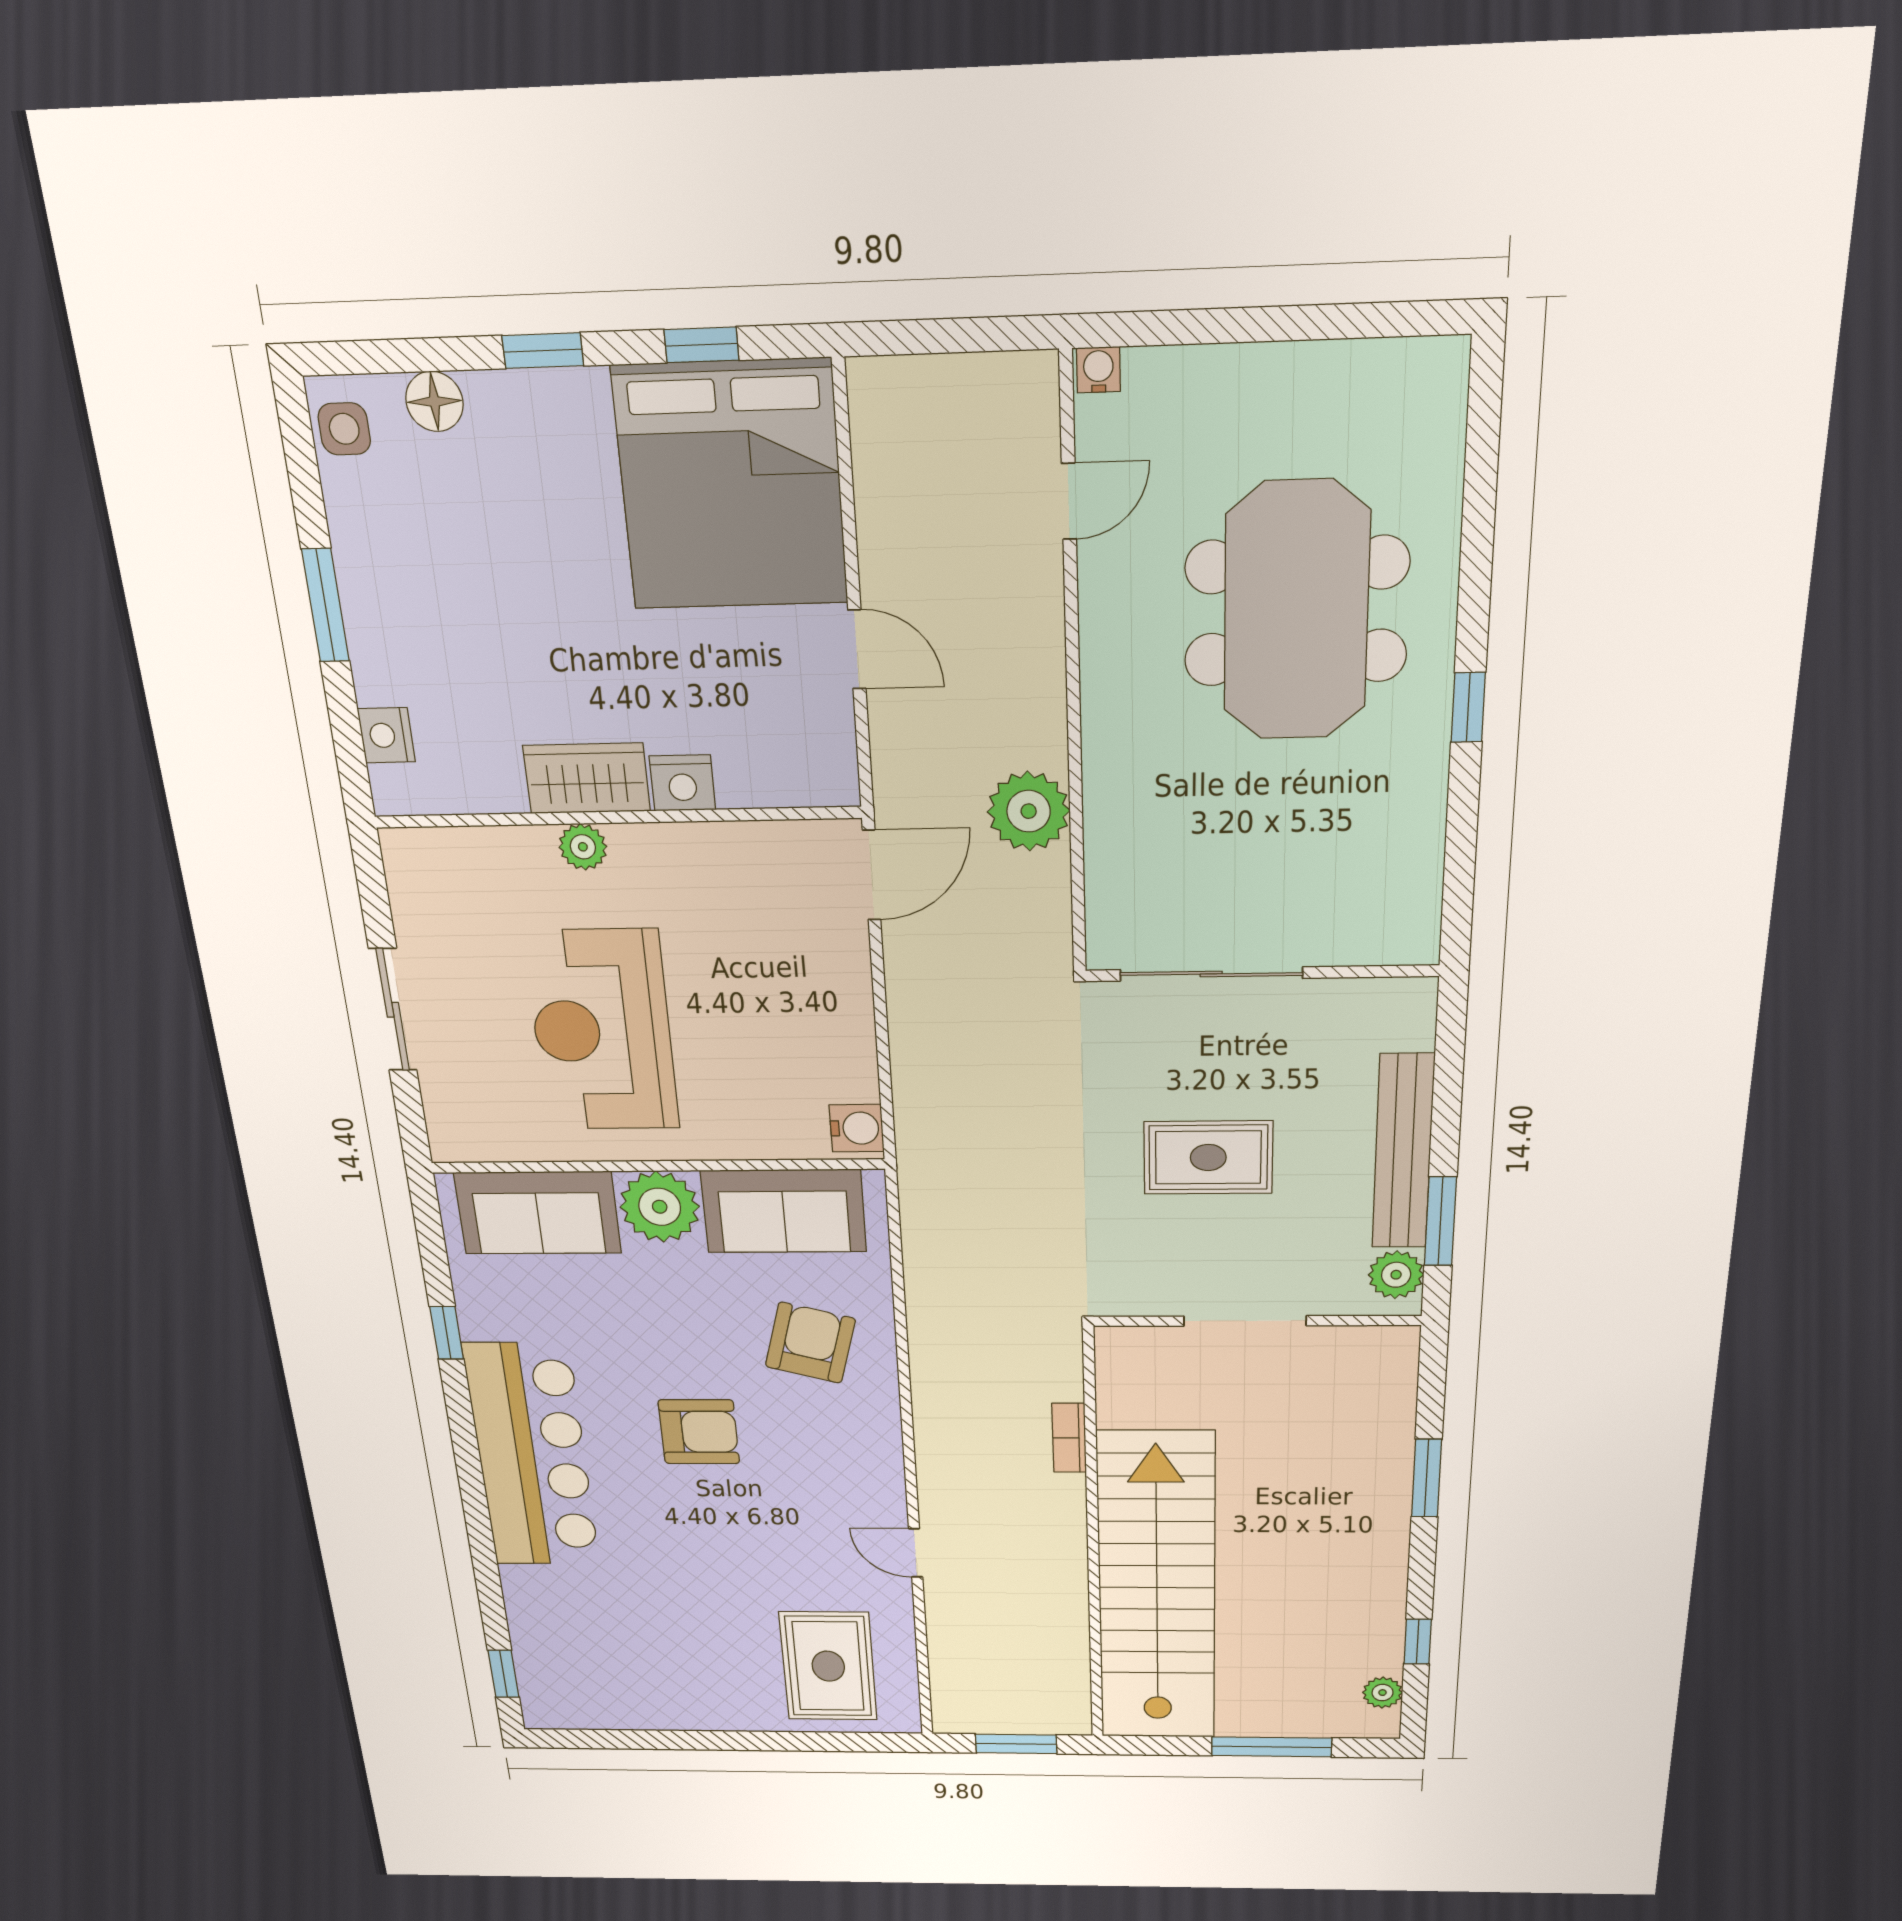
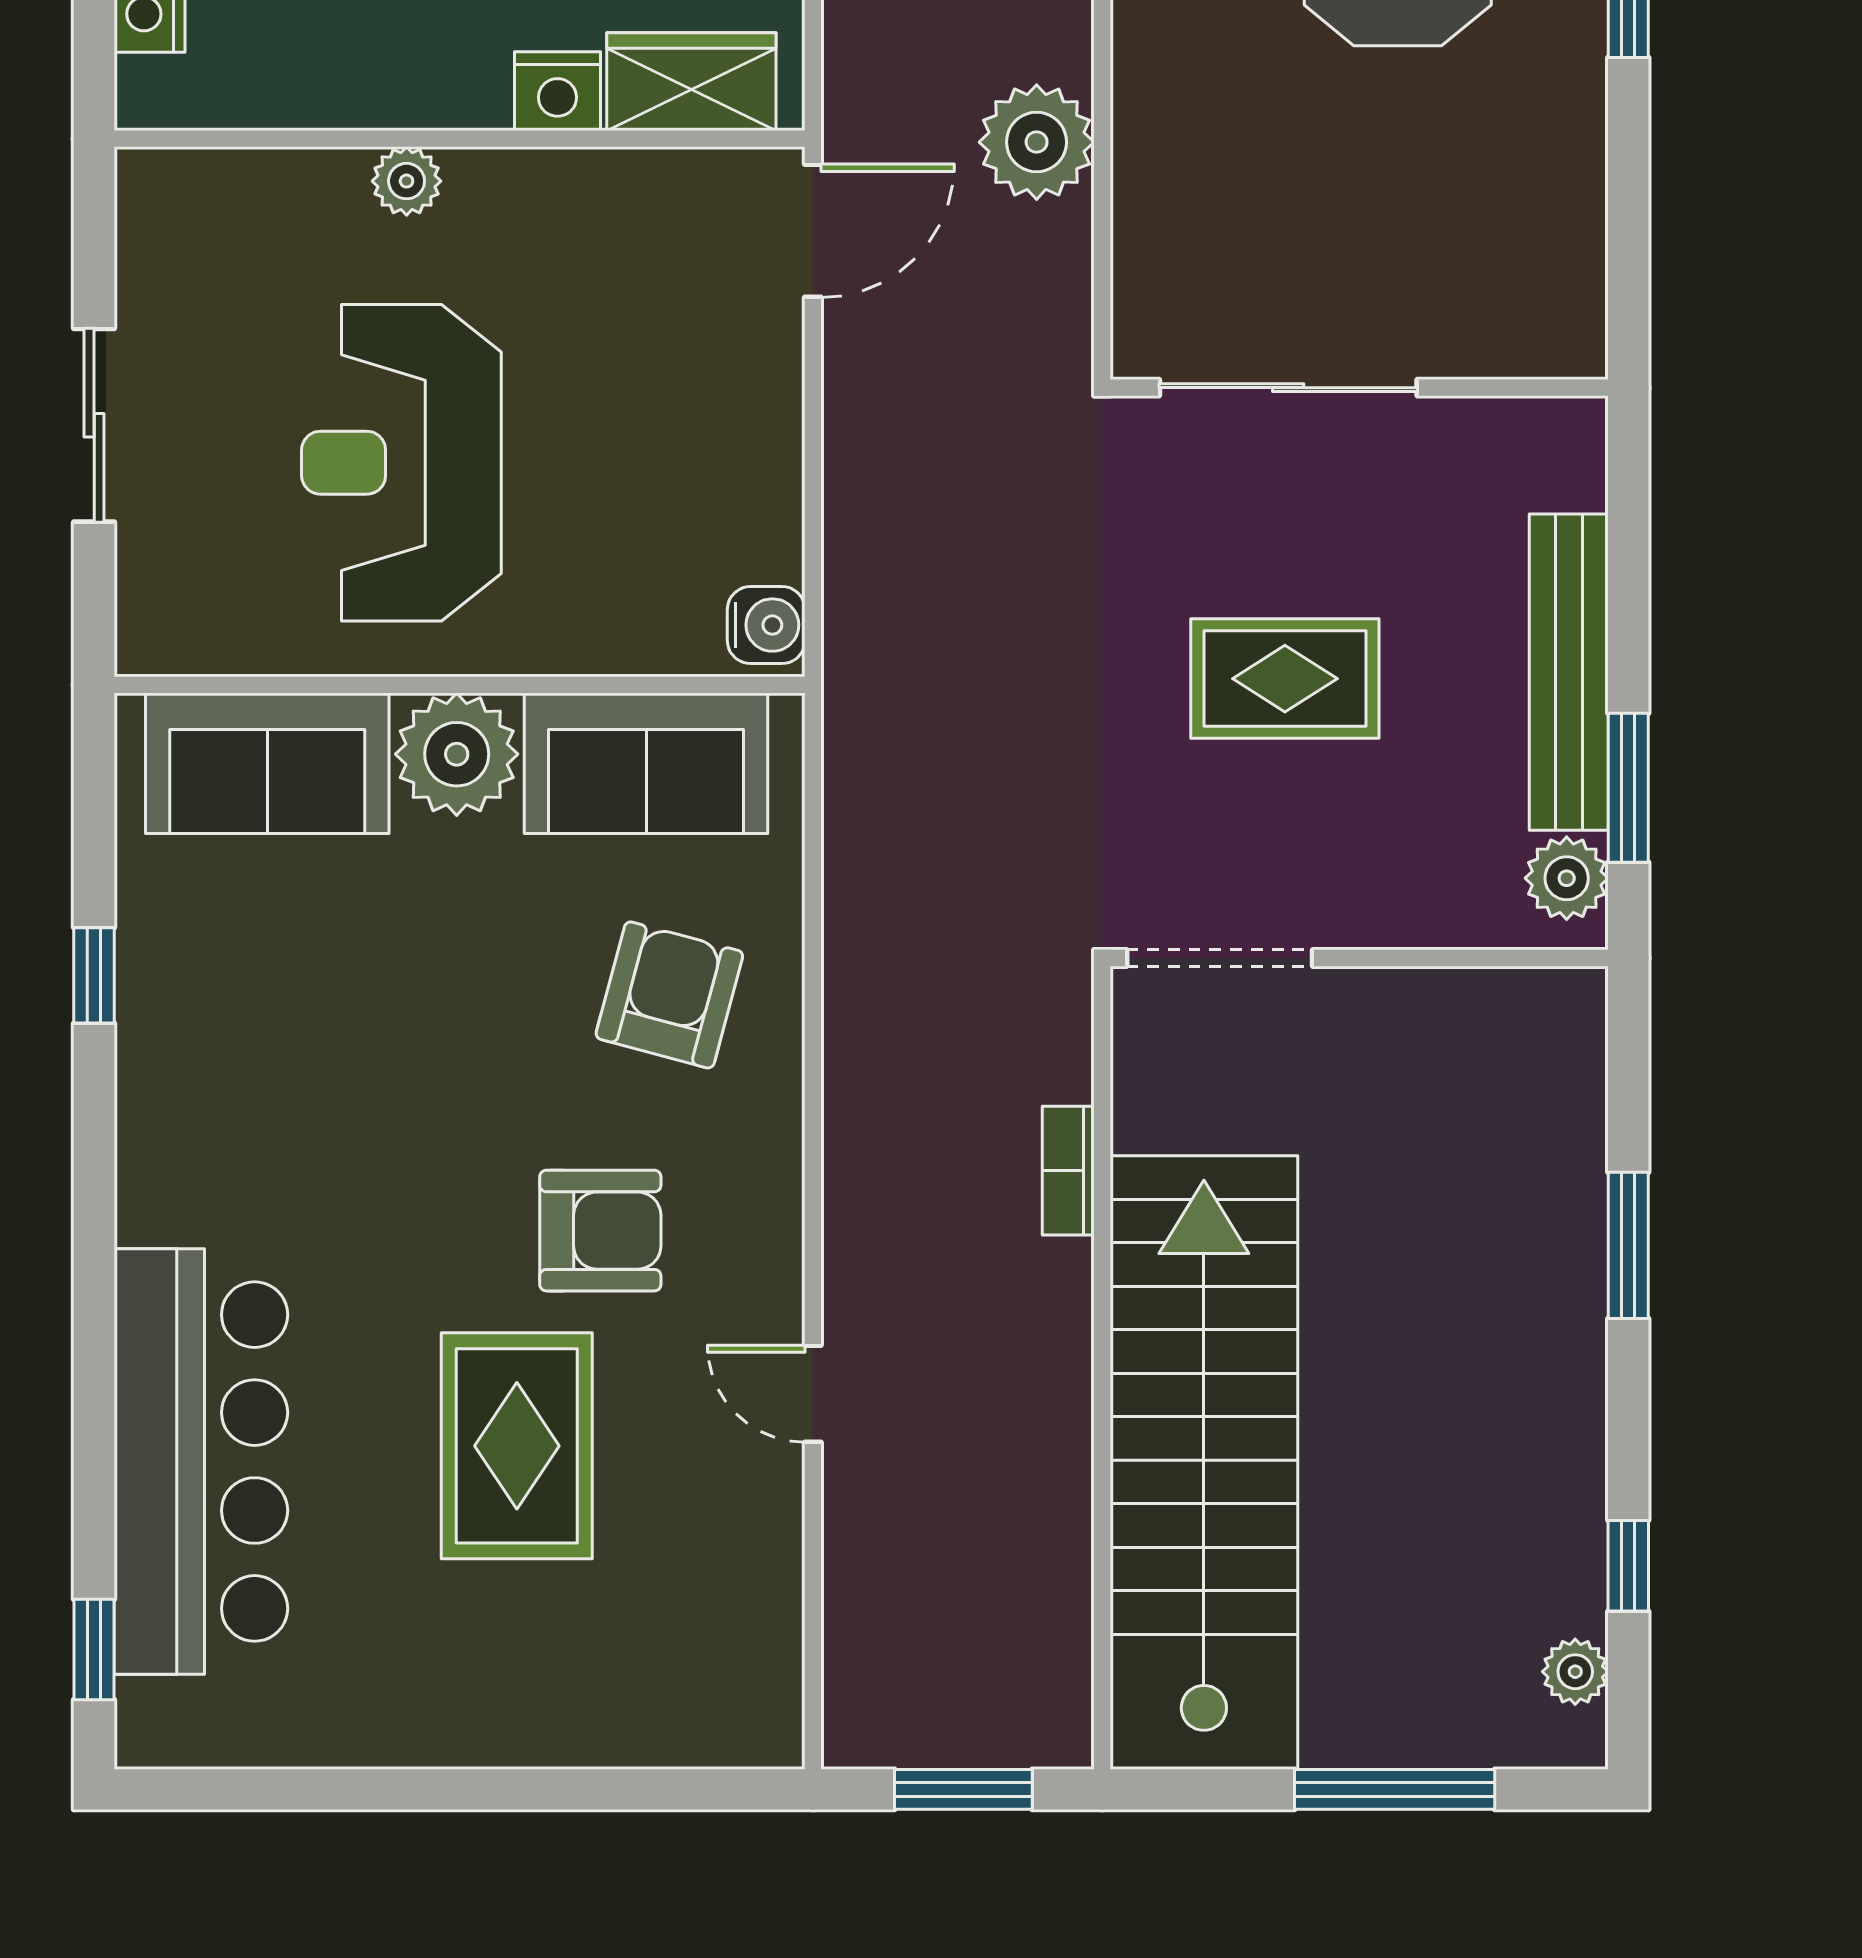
wardrobe: (587, 778) -> (691, 82), moved
doorway: (1245, 1321) -> (1220, 958), moved
armchair: (699, 1432) -> (600, 1231), moved
bar counter: (532, 1456) -> (201, 1462), moved
rug: (828, 1666) -> (517, 1446), moved

